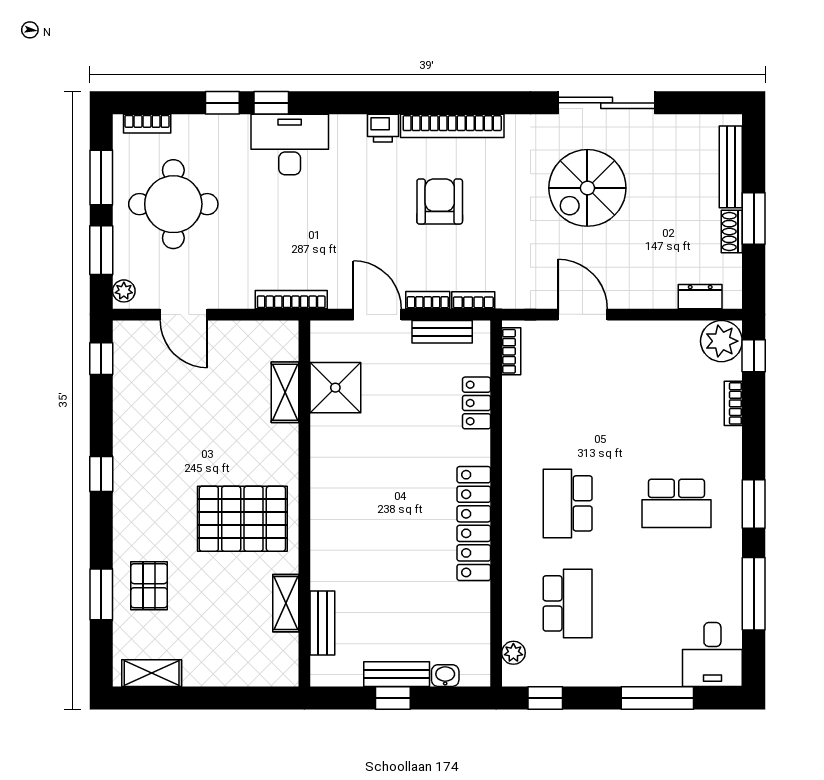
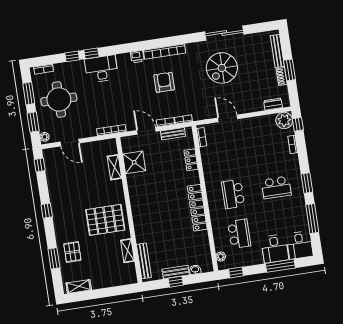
bench: (322, 623) -> (144, 261), width x1.36
desk: (650, 654) -> (275, 249), added

